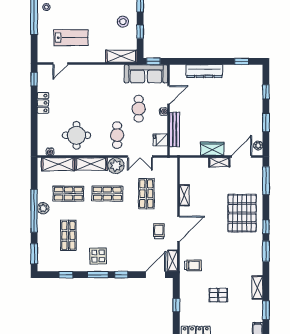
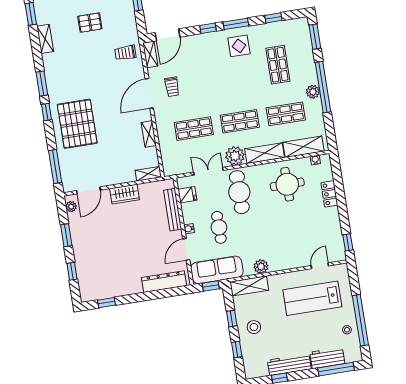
lab bench: (71, 38) -> (312, 298), width x1.36, depth x1.39
plant: (109, 71) -> (261, 267), added
dresser: (204, 71) -> (164, 282), moved
locker: (43, 103) -> (329, 194), moved
cafe table: (117, 135) -> (239, 192), width x1.37, depth x1.35
shelving: (219, 162) -> (148, 174), moved
shop shelf: (146, 194) -> (194, 129), turned 90

